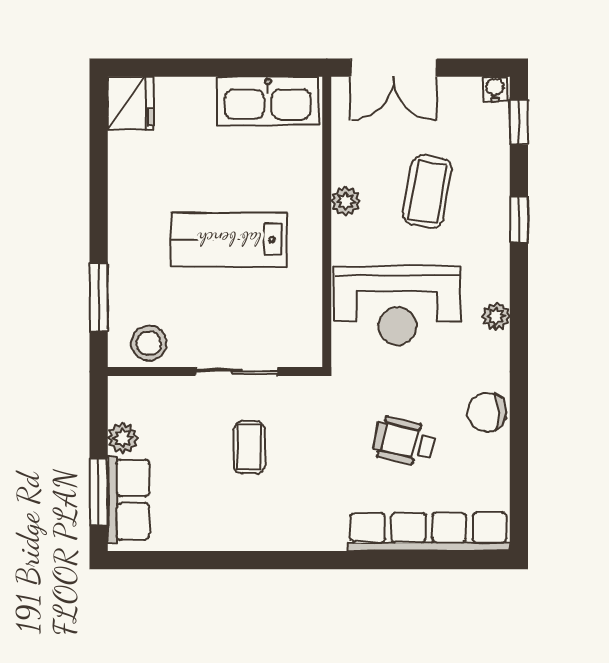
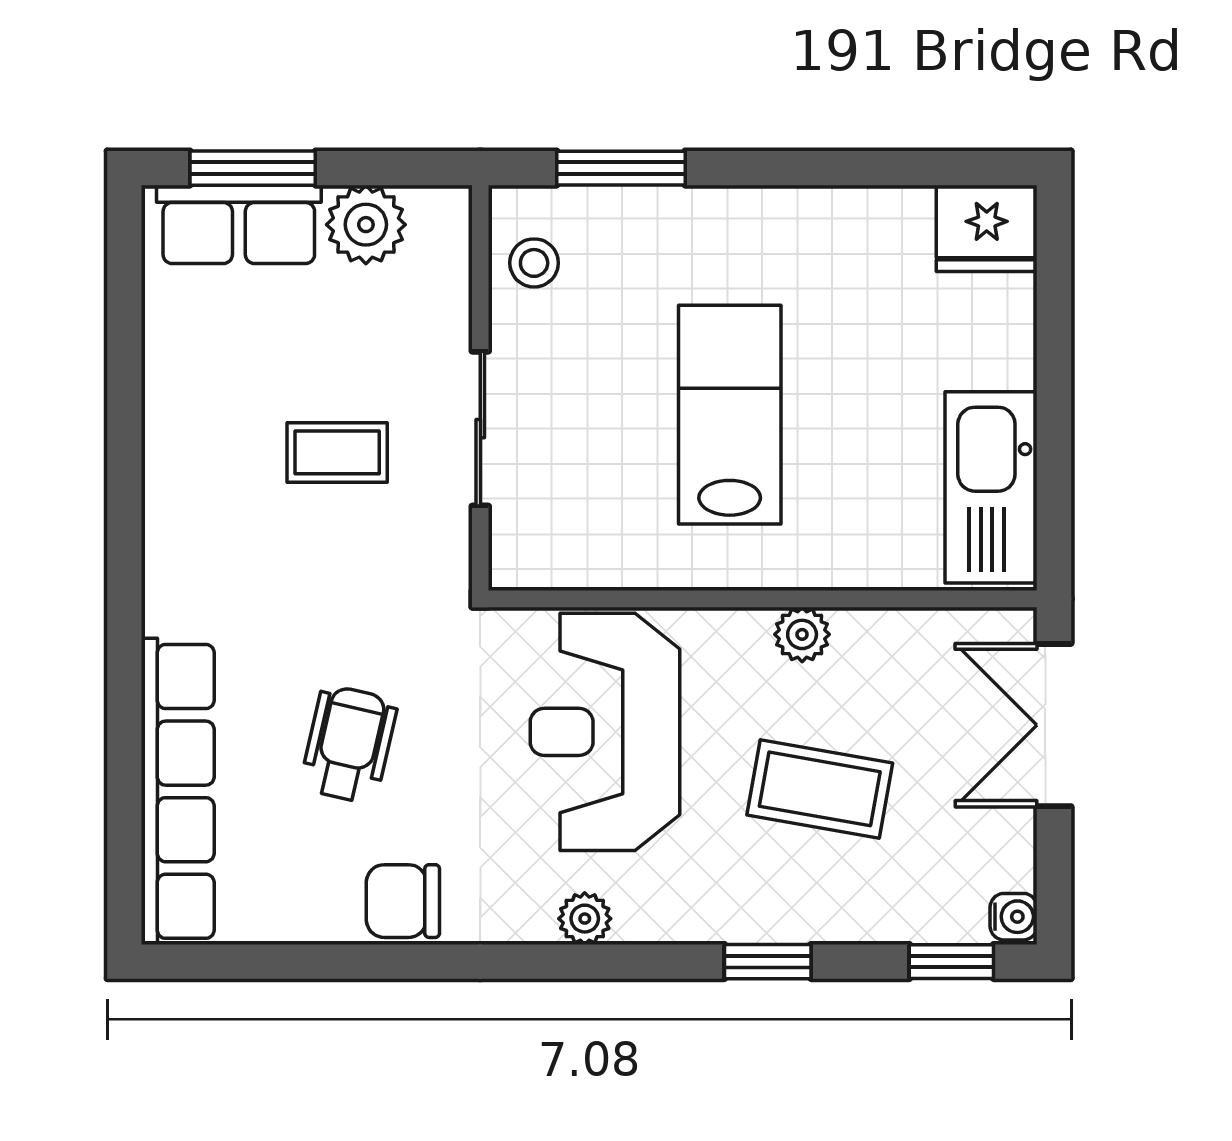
stool: (149, 343) -> (534, 263), width x0.73, depth x0.73
chair: (487, 413) -> (403, 901), turned -90
plant: (123, 438) -> (366, 225), width x1.38, depth x1.38

